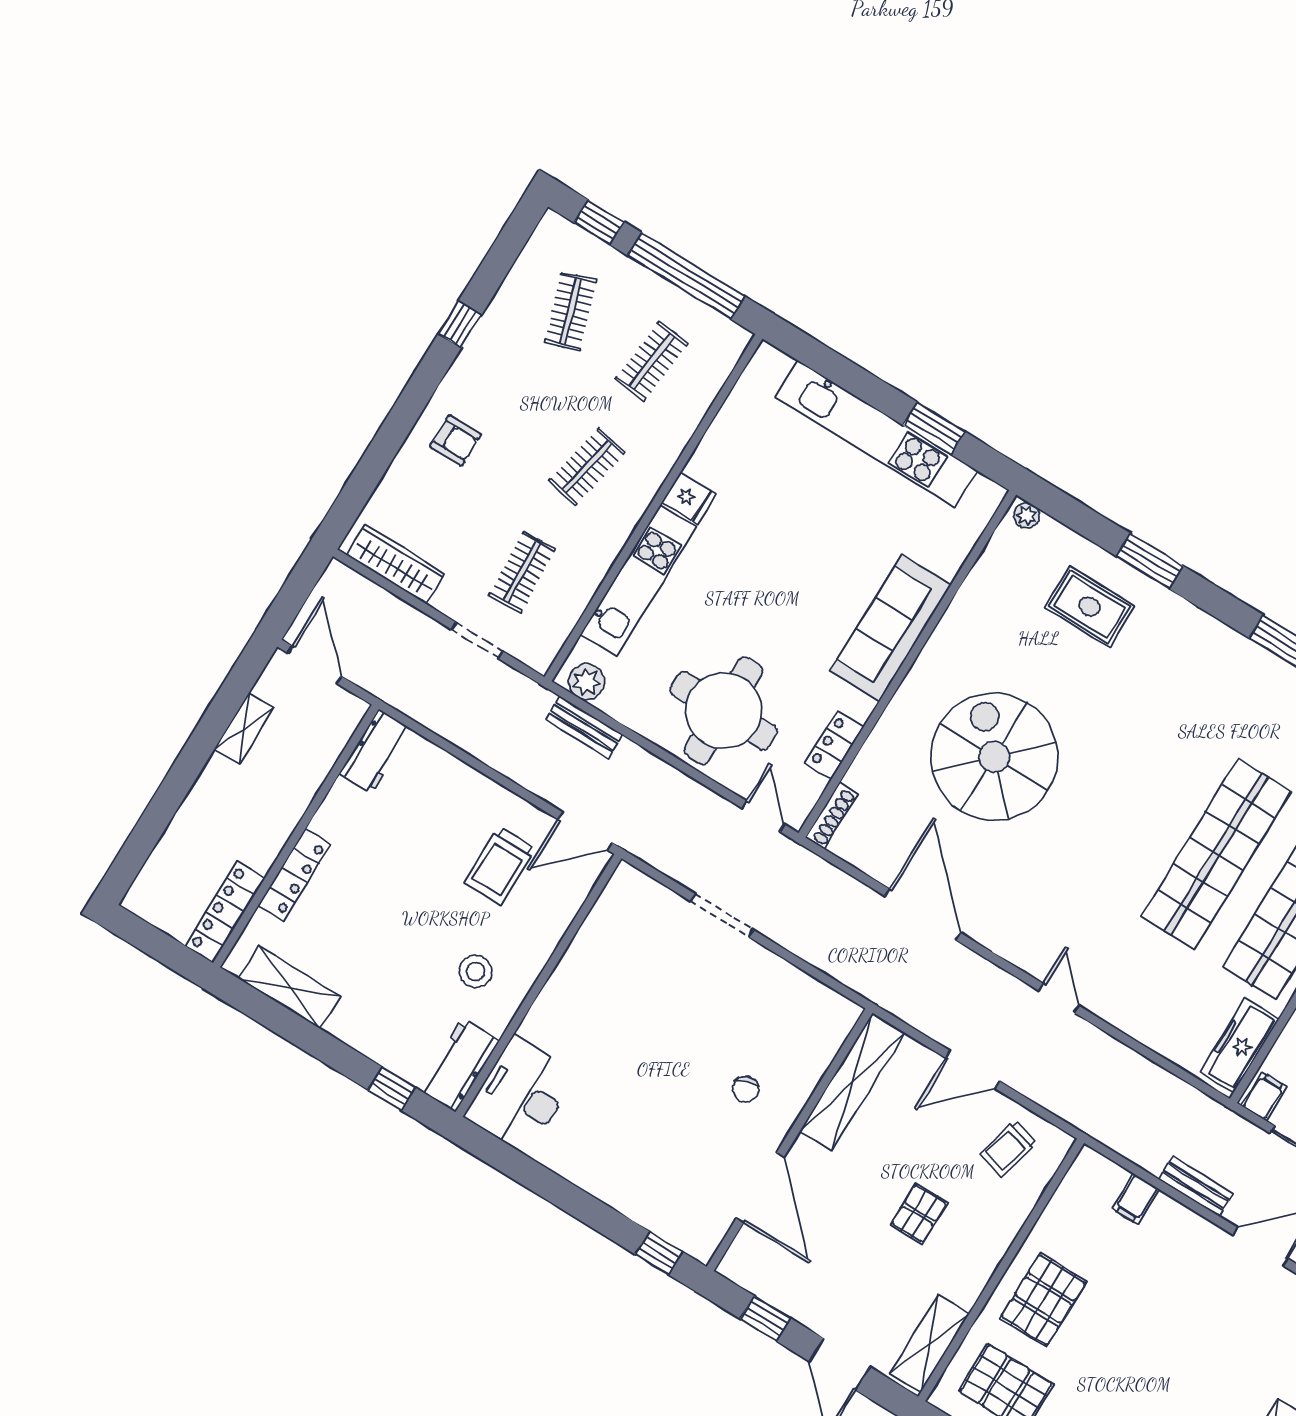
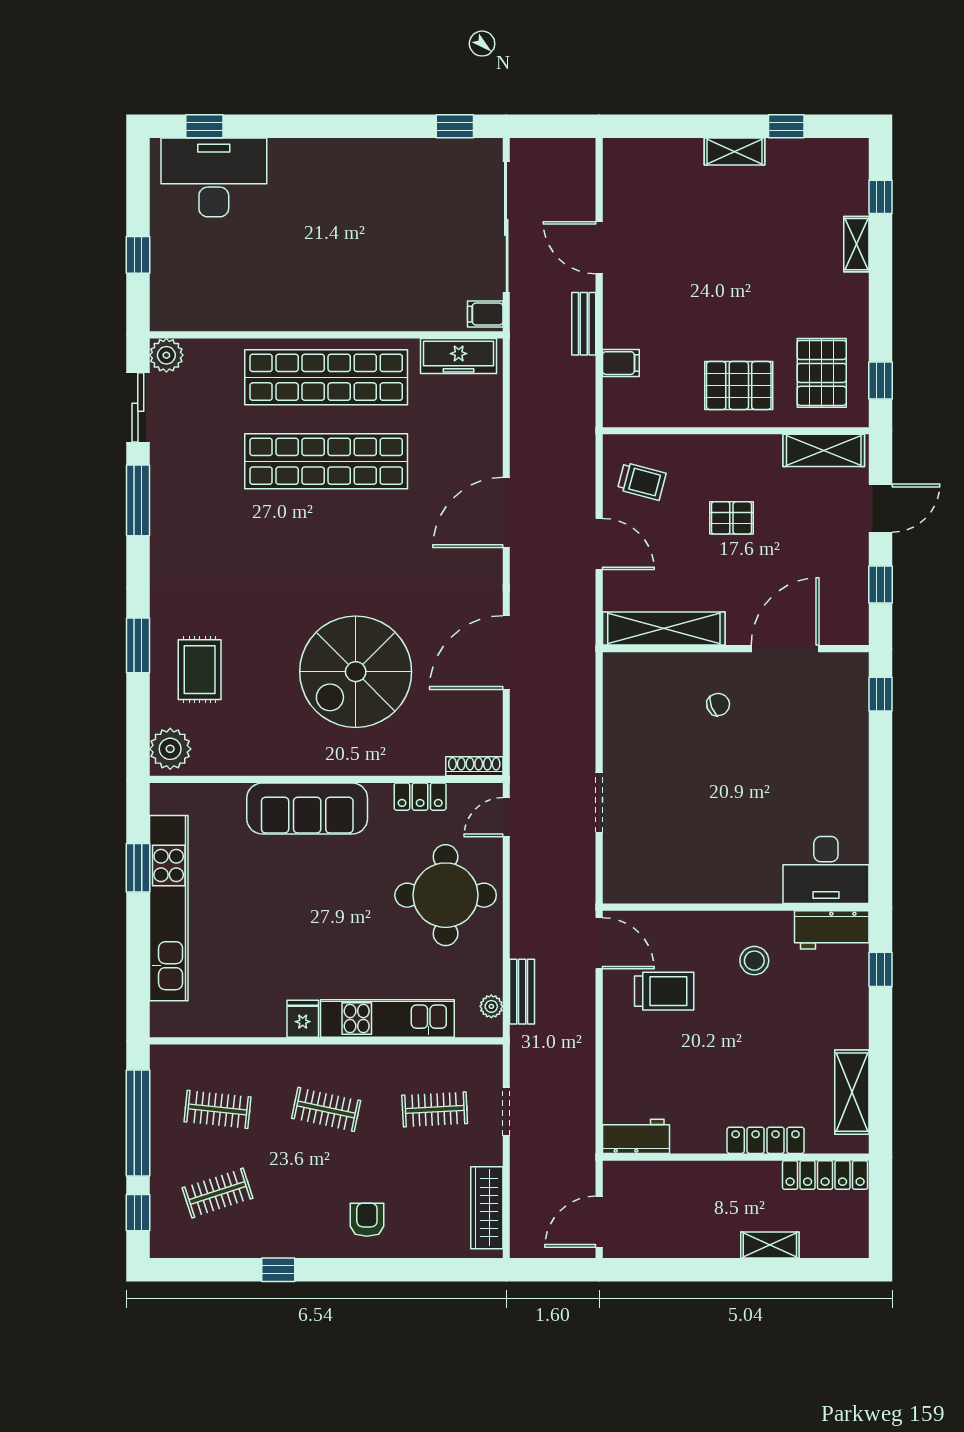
plant: (1027, 516) -> (170, 749), width x1.87, depth x1.87
plant: (587, 682) -> (491, 1006), width x0.73, depth x0.73
shelving: (244, 728) -> (770, 1245), moved
door: (1059, 998) -> (506, 512), width x1.88

